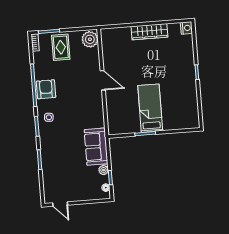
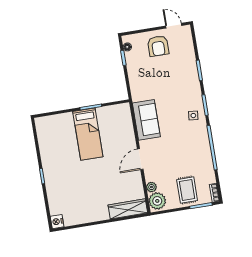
wardrobe: (149, 32) -> (128, 209), moved
door: (103, 80) -> (140, 159), hinge flipped
armchair: (46, 89) -> (158, 46), moved
sofa: (96, 147) -> (146, 120), moved
plant: (103, 170) -> (151, 187), moved

